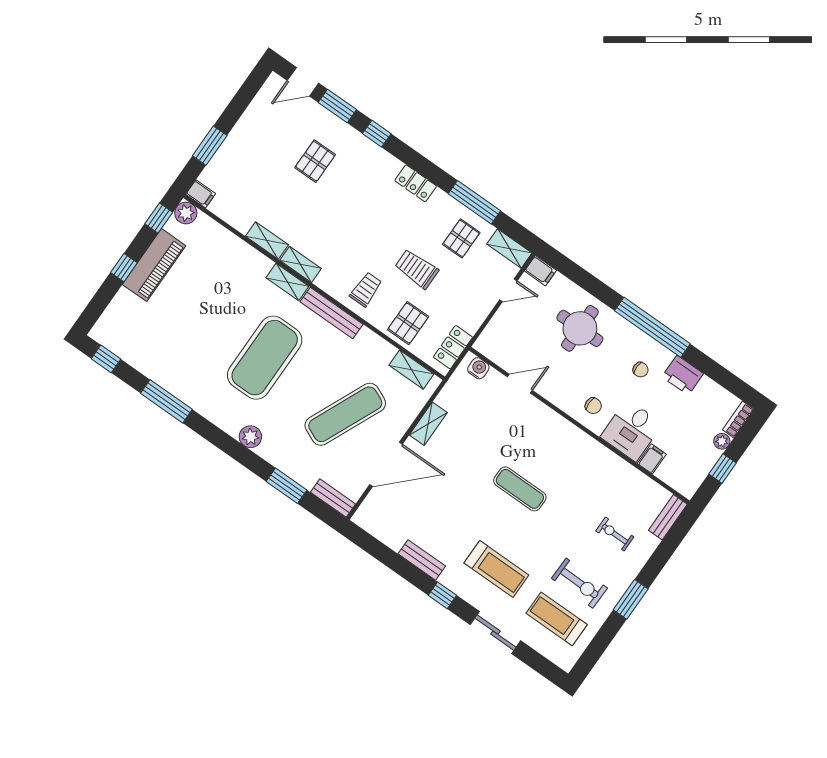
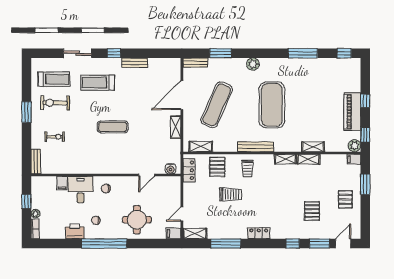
pallet: (461, 238) -> (345, 199), moved
shelving: (287, 282) -> (313, 147), moved

